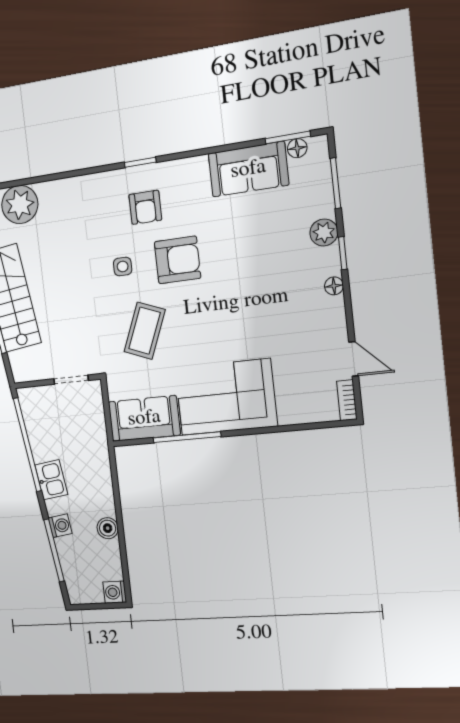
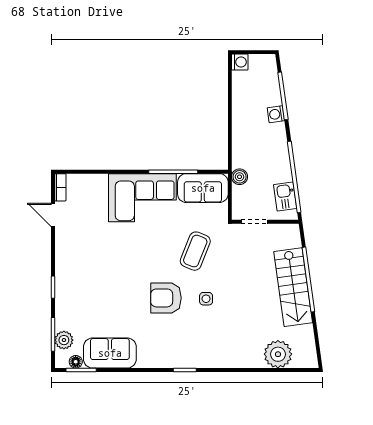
armchair: (145, 207) -> (185, 338), removed
plant: (324, 232) -> (64, 340), moved
floor lamp: (334, 286) -> (61, 266), removed
kitchen sink: (51, 480) -> (285, 196), moved
boiler: (108, 528) -> (240, 177), moved

